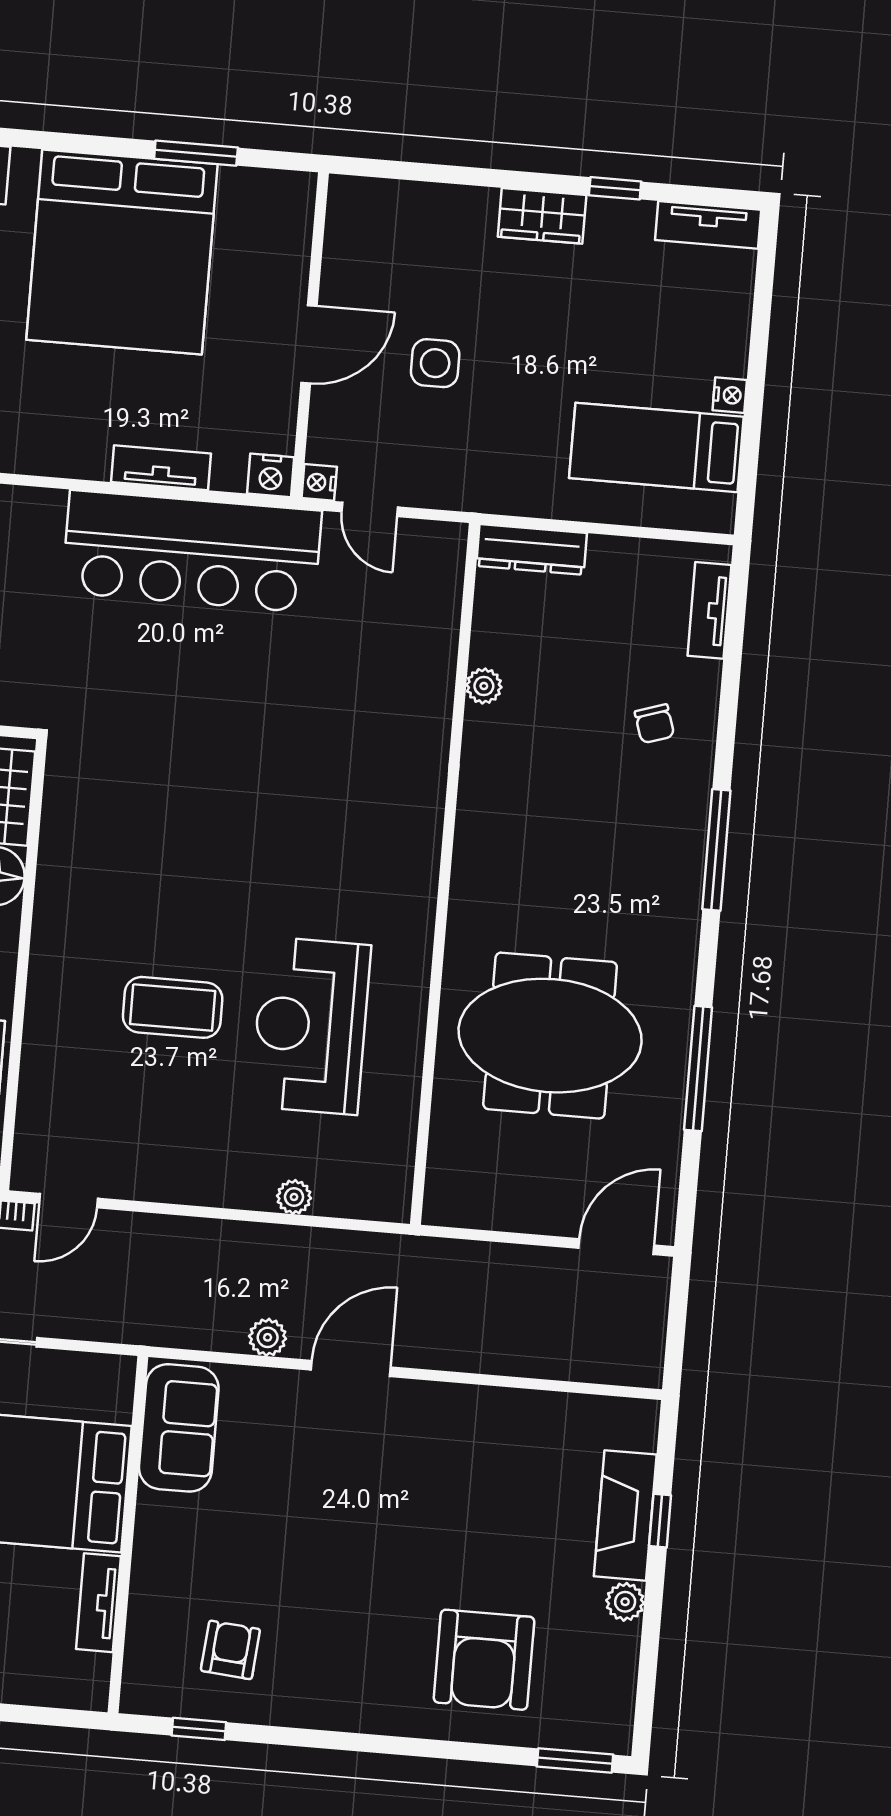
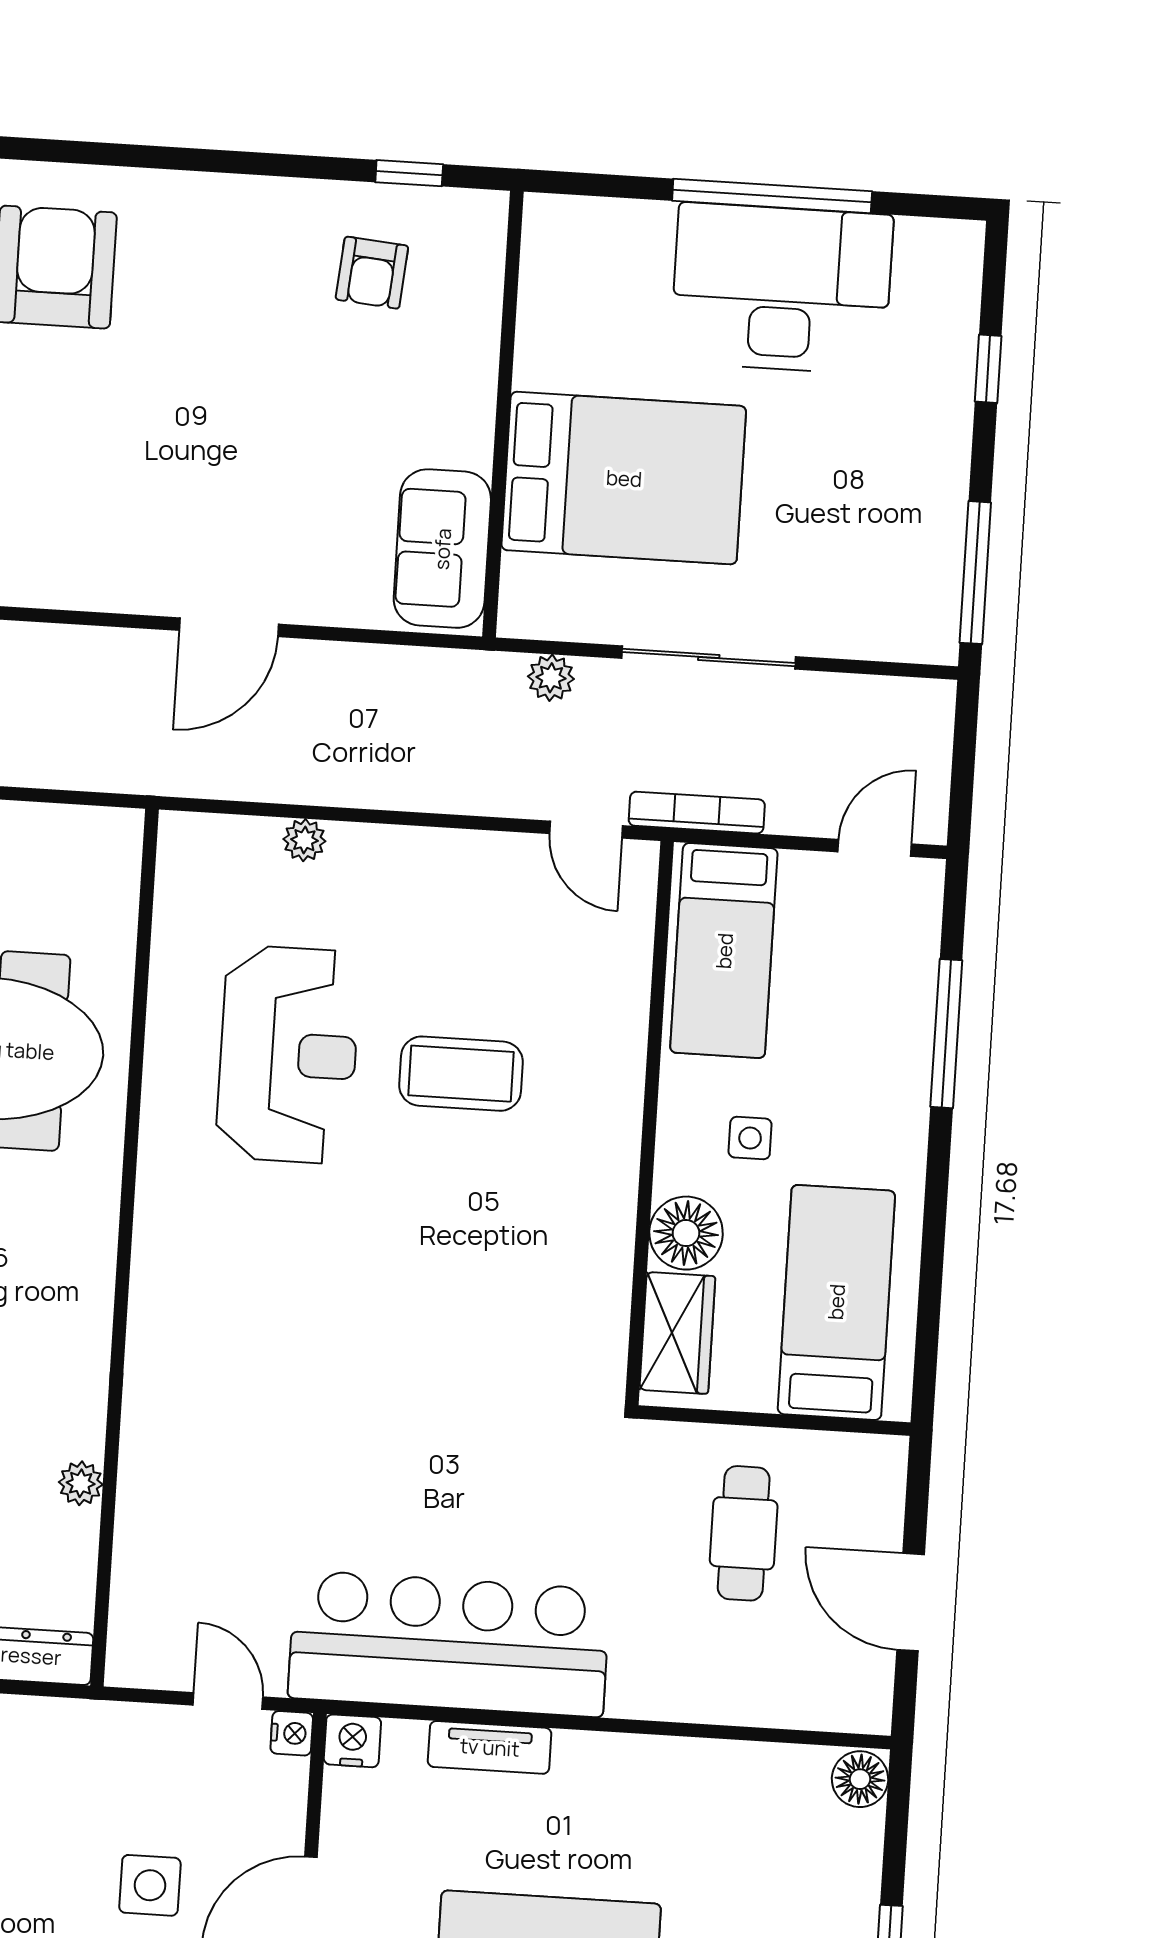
door: (68, 1201) -> (586, 830), swing flipped
plant: (268, 1337) -> (551, 678), moved
tv unit: (98, 1603) -> (538, 328), removed

